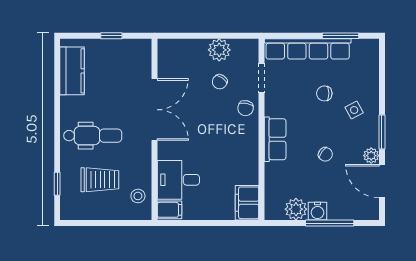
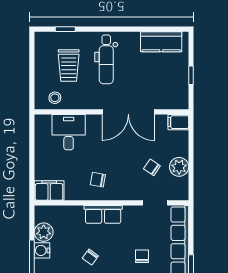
chair: (246, 108) -> (98, 180), moved
filing cabinet: (170, 210) -> (178, 122), moved, turned 90

